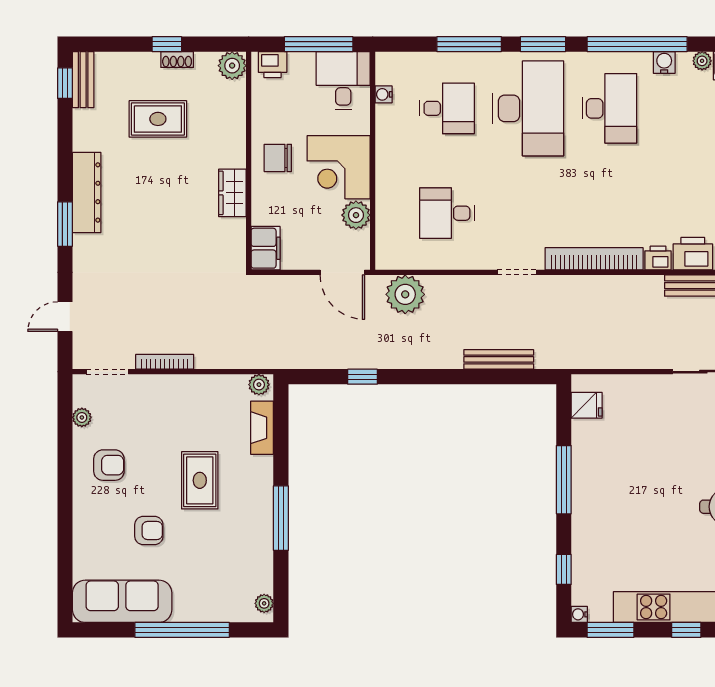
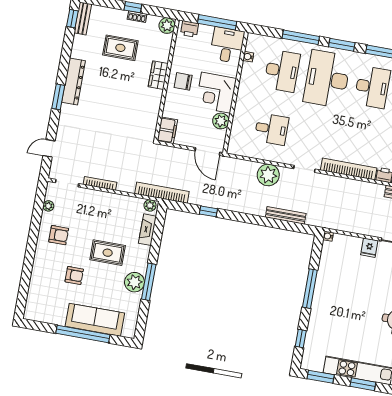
desk: (447, 108) -> (282, 71), width x1.37
desk: (528, 108) -> (327, 79), turned 180
wardrobe: (232, 193) -> (158, 75), moved
desk: (447, 213) -> (272, 129), turned 180
plant: (405, 294) -> (268, 175), moved
bookcase: (276, 359) -> (162, 193), added
fridge: (587, 405) -> (369, 248), moved, turned 90
rug: (200, 480) -> (108, 253), turned 90
sofa: (122, 601) -> (95, 320), moved
plant: (264, 603) -> (134, 282), moved, width x1.88, depth x1.88
water cooler: (579, 614) -> (328, 236), moved
window: (686, 630) -> (363, 384), width x1.50

